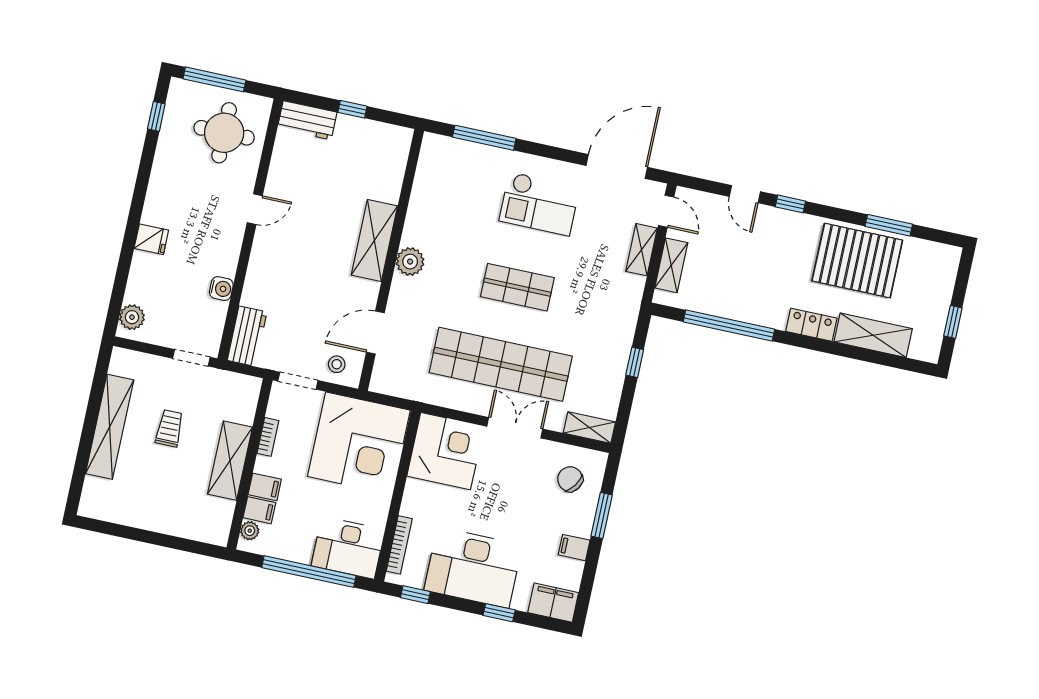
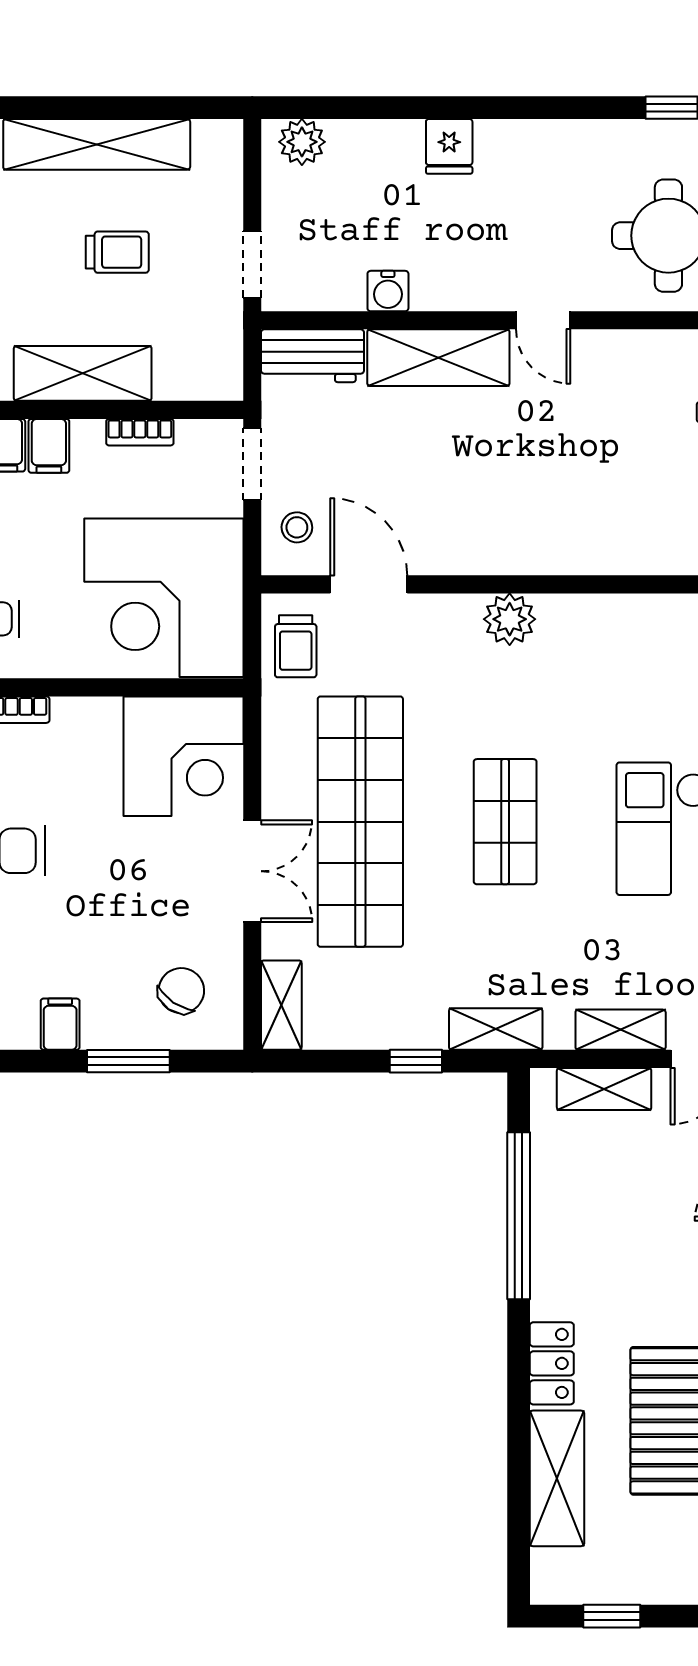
shelving: (374, 241) -> (438, 358), moved
shelving: (627, 316) -> (496, 1029), added
trolley: (400, 379) -> (296, 646), added

